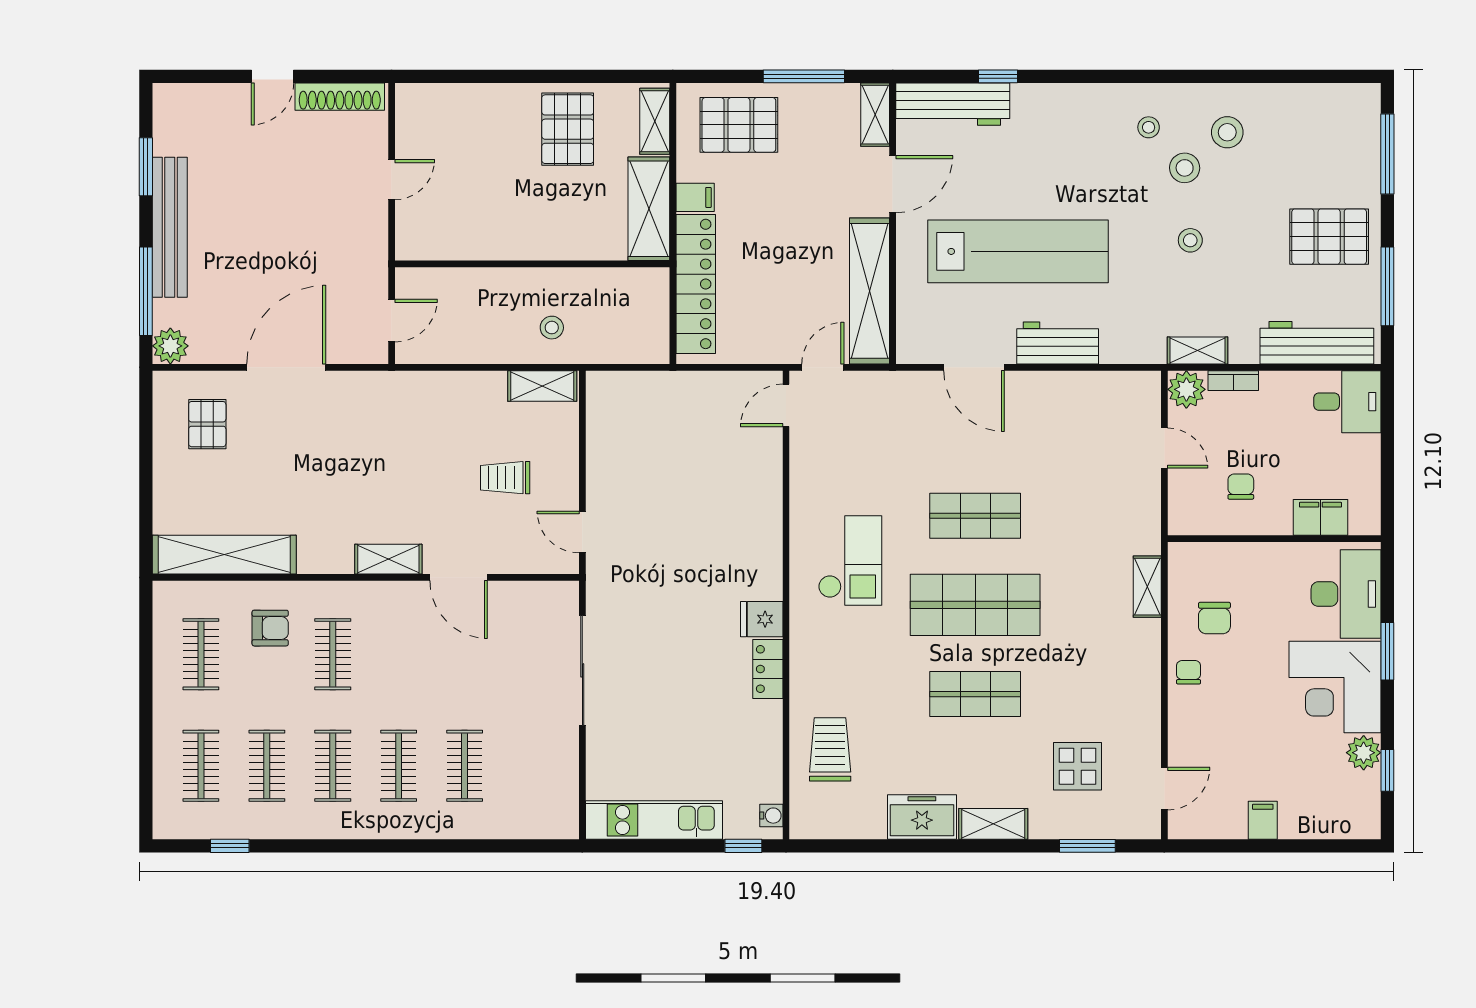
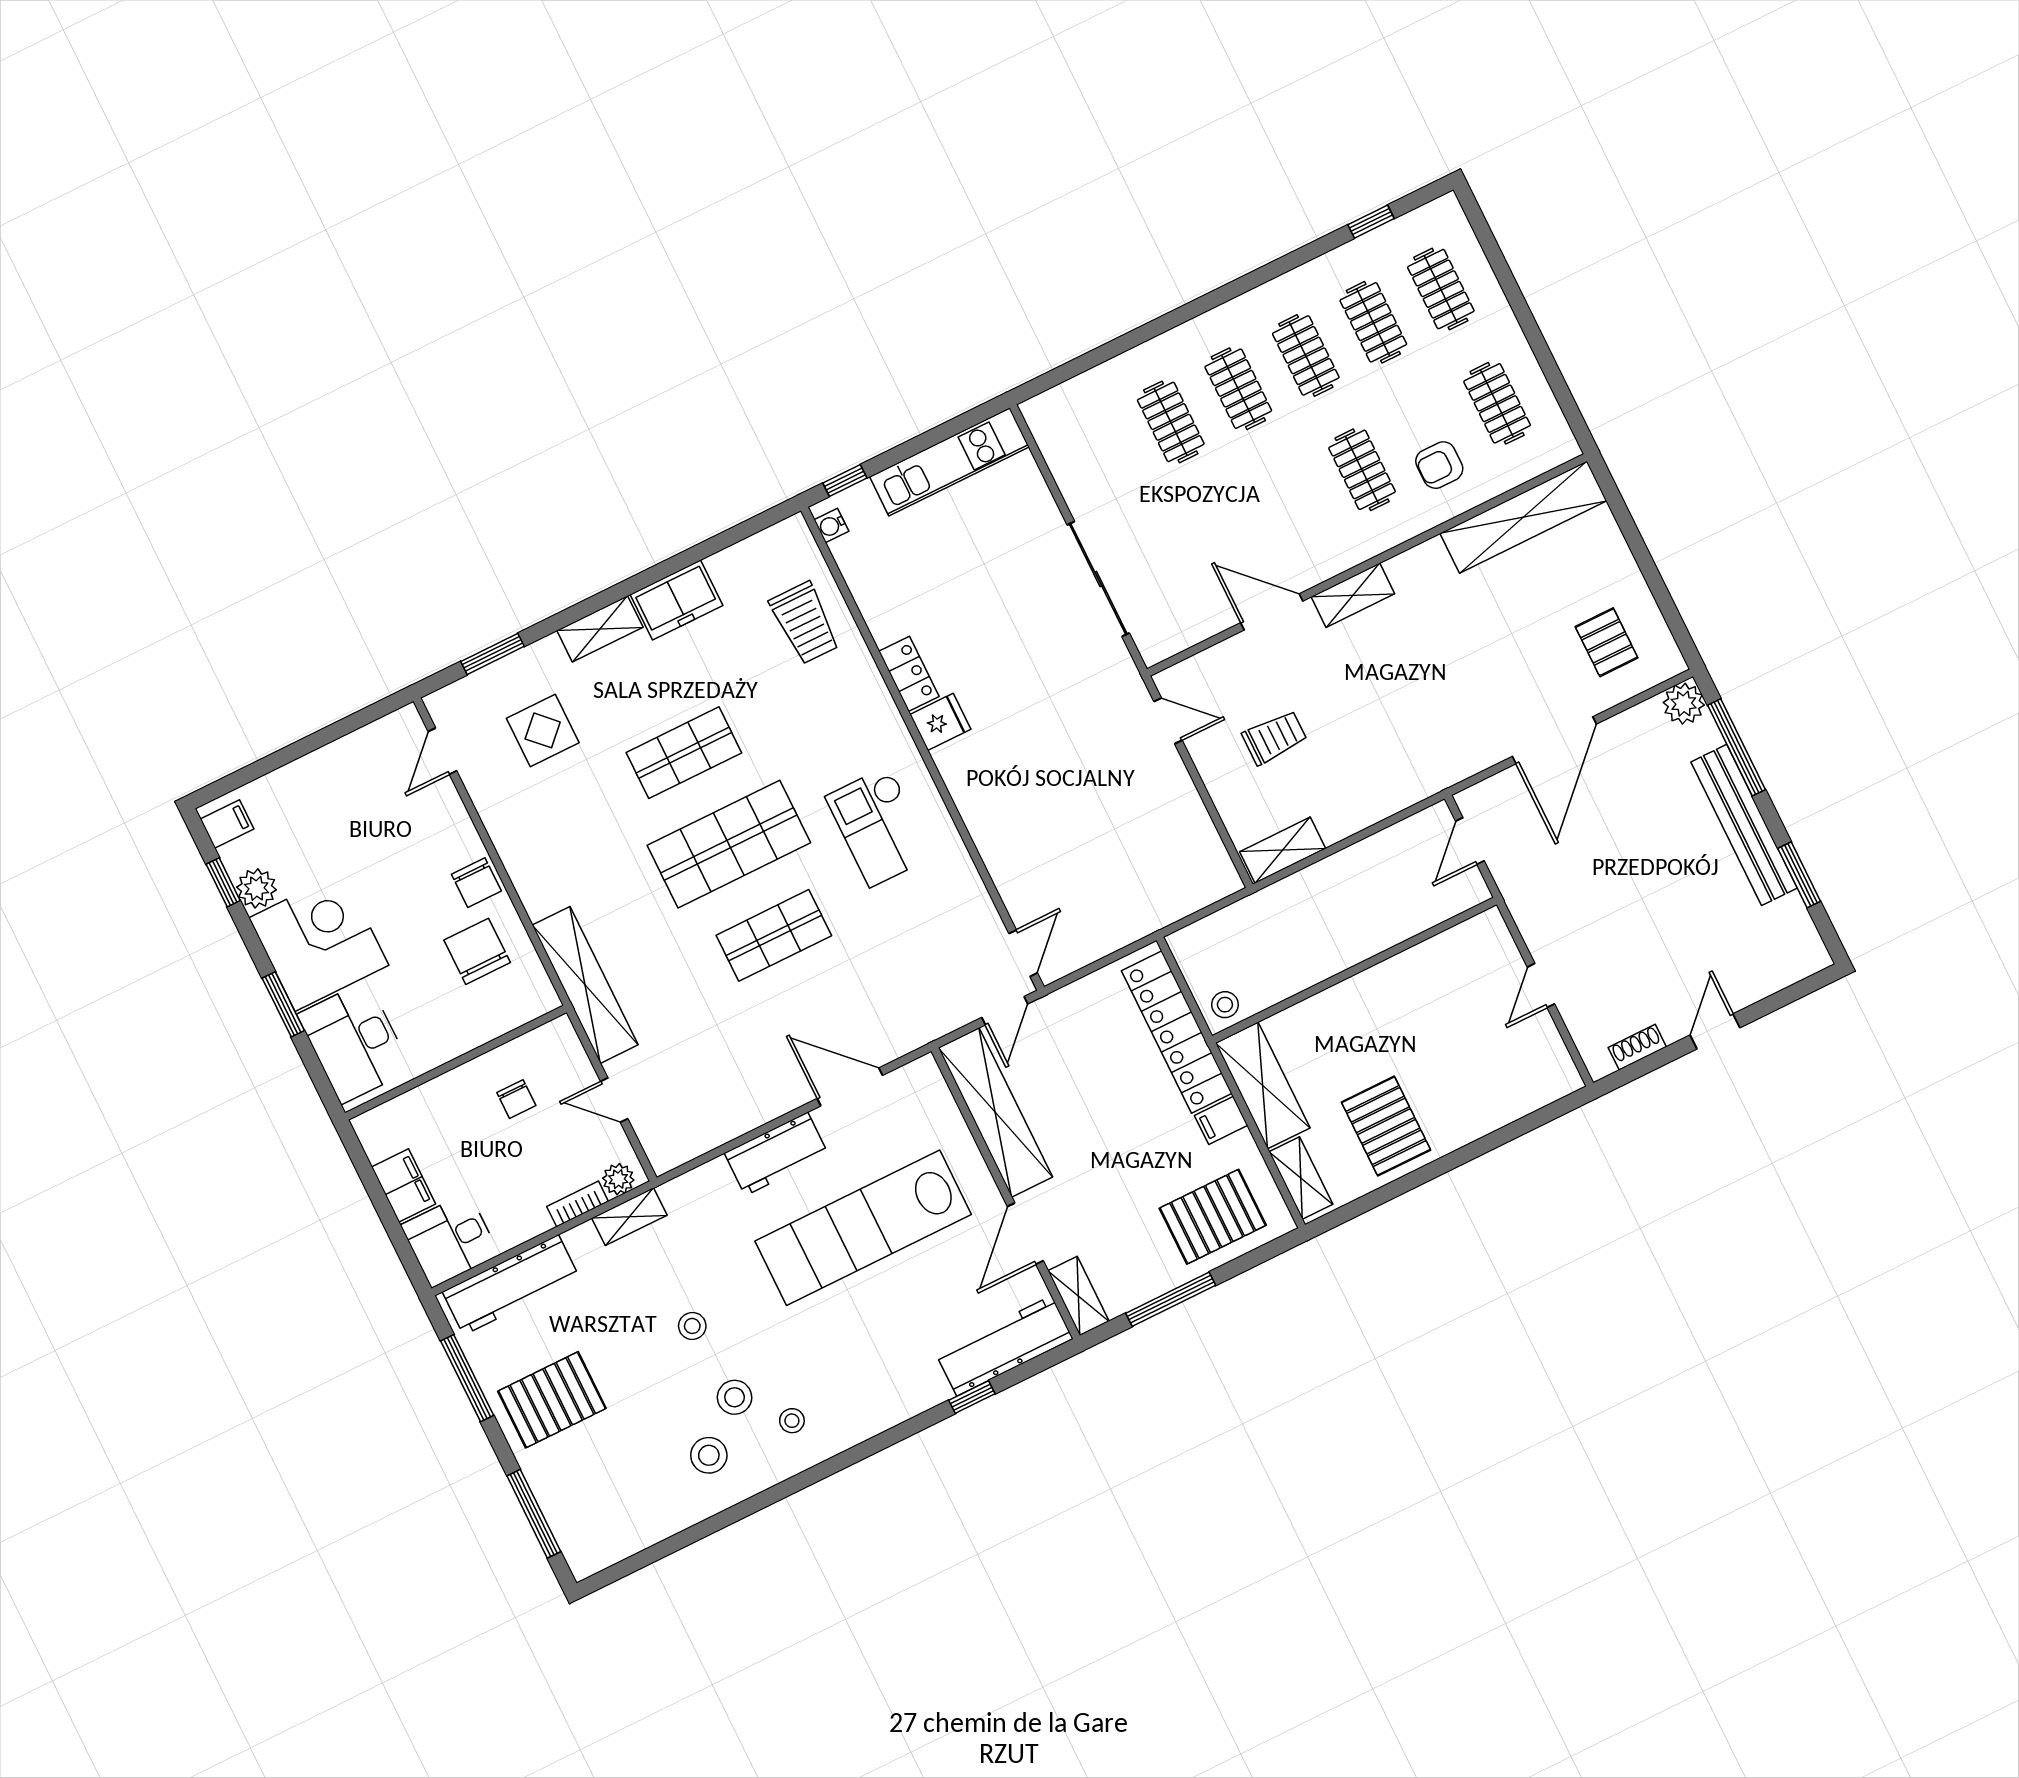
shoe rack: (340, 97) -> (1637, 1047), width x0.51, depth x0.81
stool: (552, 328) -> (1225, 1005), moved
plant: (1186, 389) -> (618, 1179), width x0.73, depth x0.73
filing cabinet: (1320, 517) -> (404, 1185), moved, turned -90
shelving: (1147, 587) -> (585, 985), width x2.20, depth x1.33
chair: (1214, 618) -> (477, 951), width x1.37, depth x1.37
chair: (1189, 672) -> (476, 883), width x1.37, depth x1.37
filing cabinet: (1263, 820) -> (227, 824), moved, turned -90

